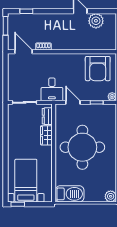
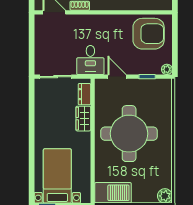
armchair: (98, 69) -> (149, 34), turned -90

